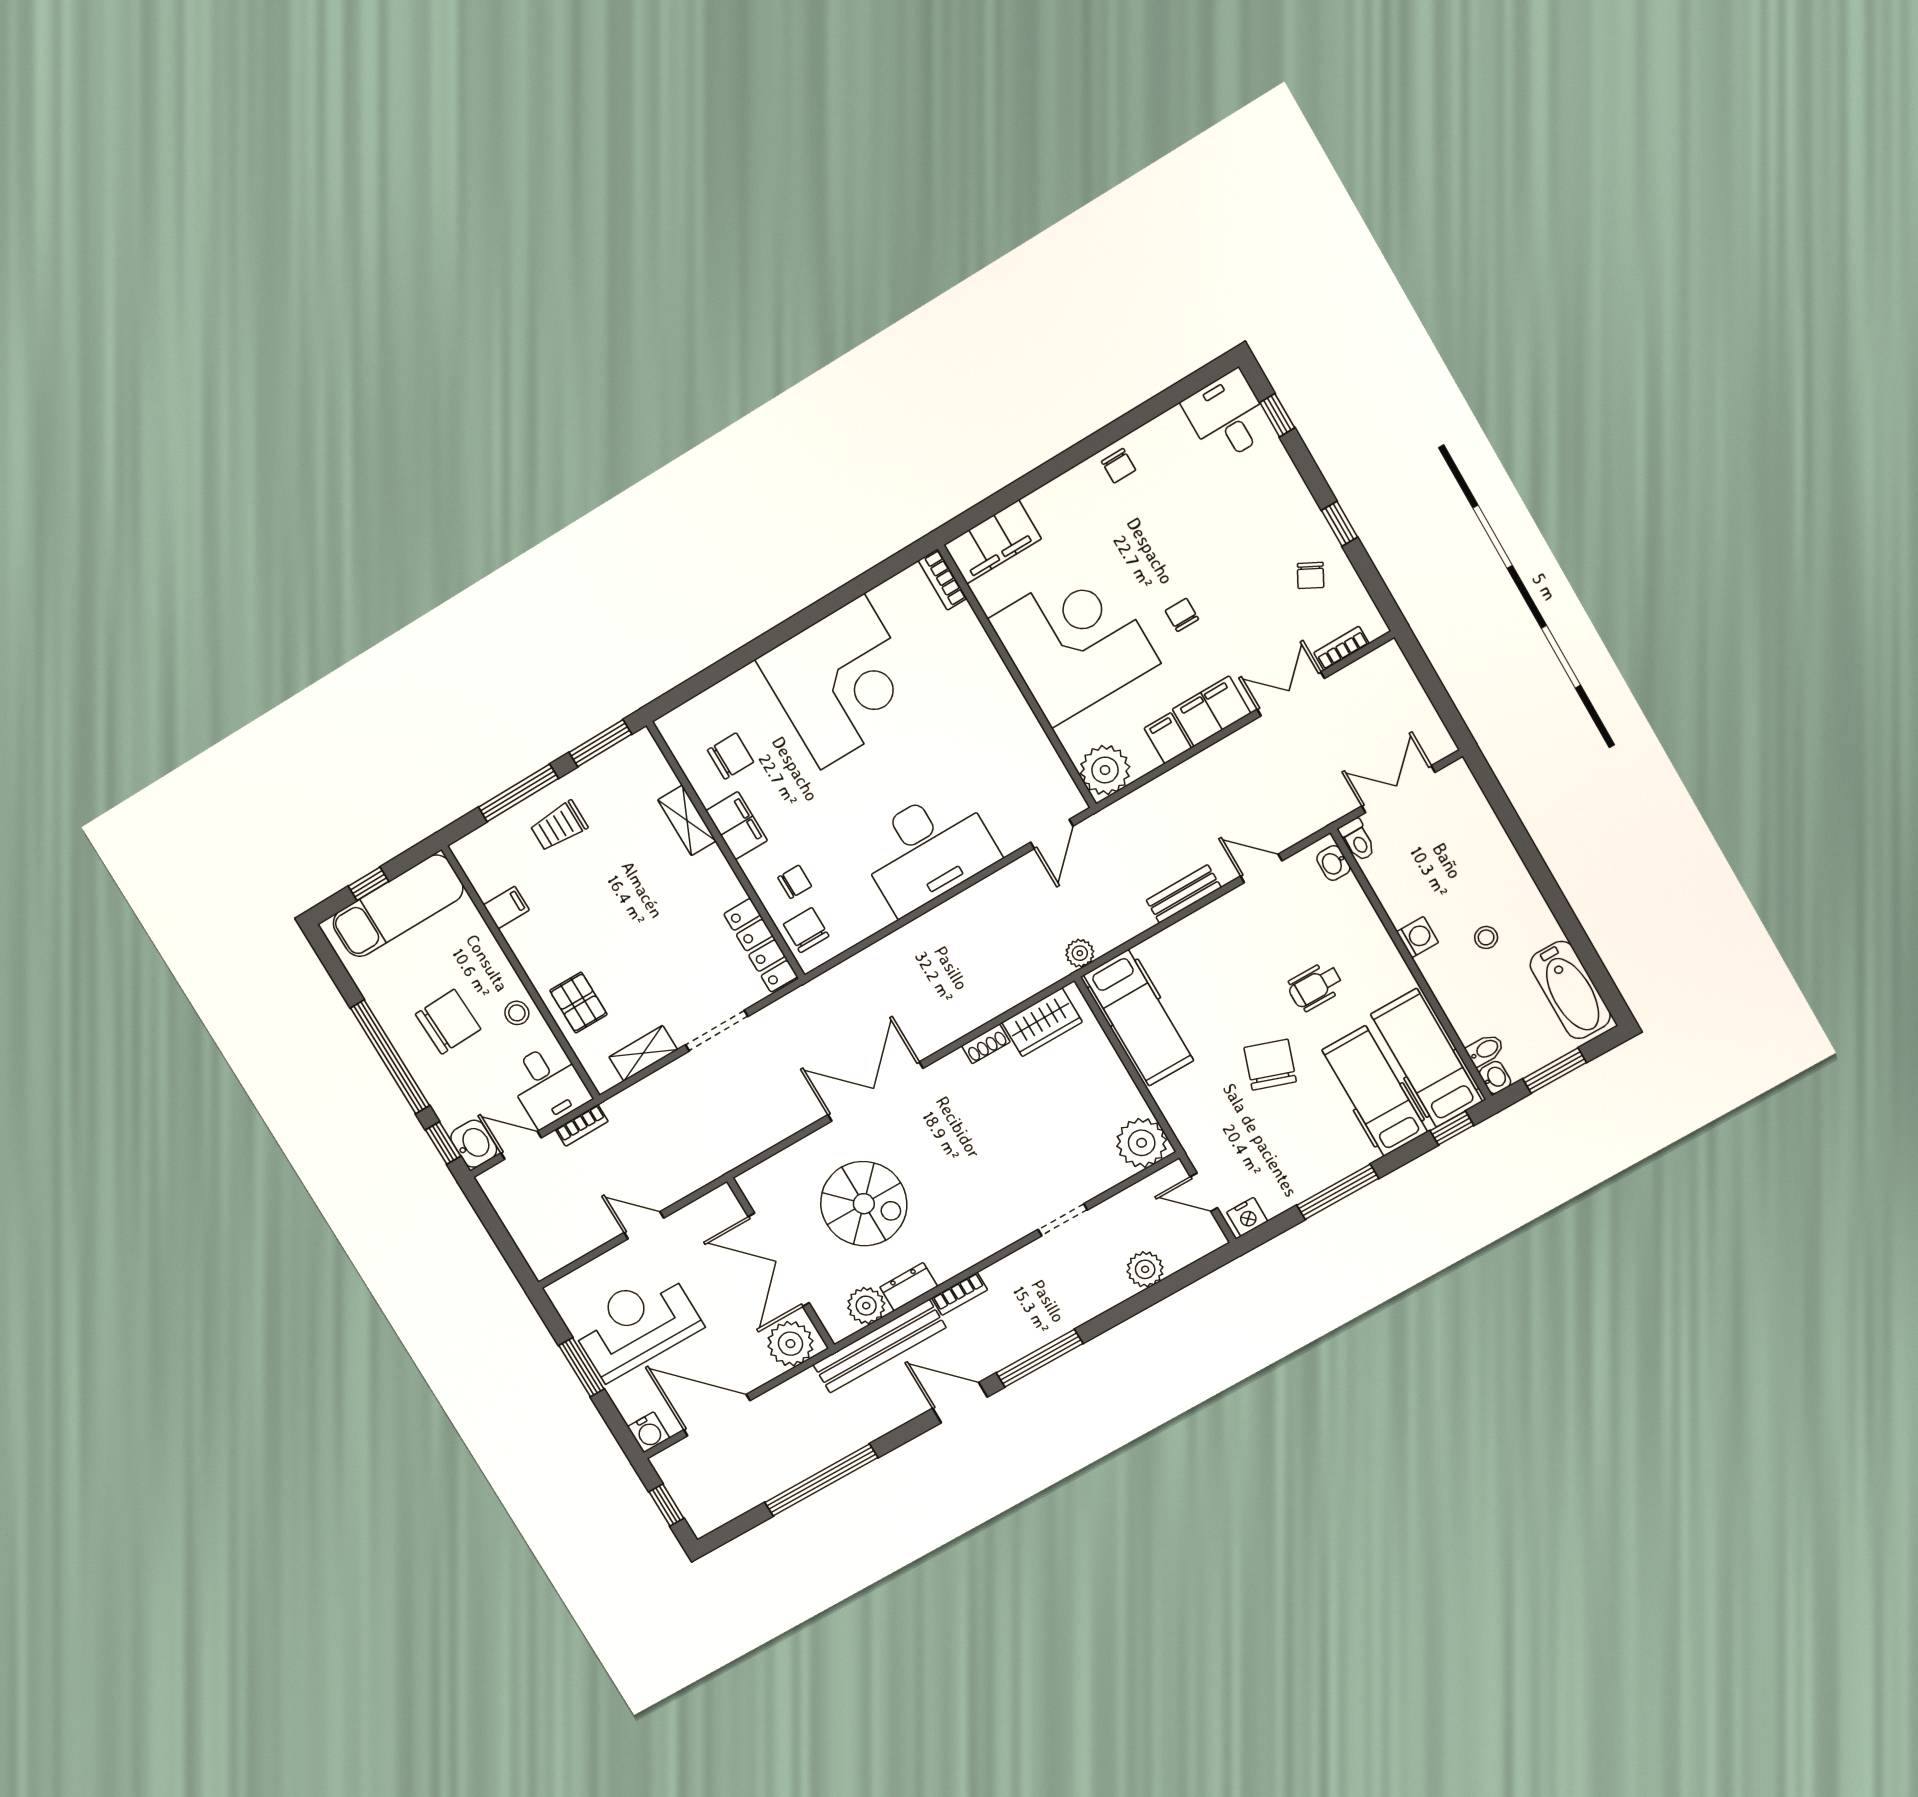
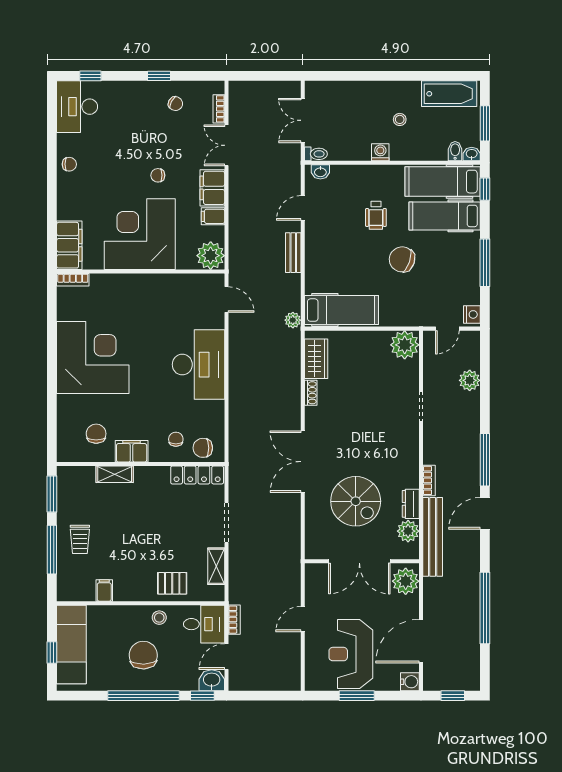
desk: (1227, 417) -> (77, 107), width x1.37
spiral stairs: (864, 1204) -> (356, 501), turned 90

